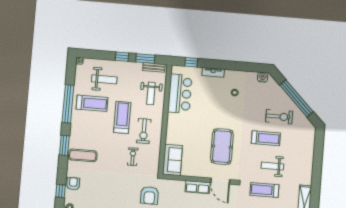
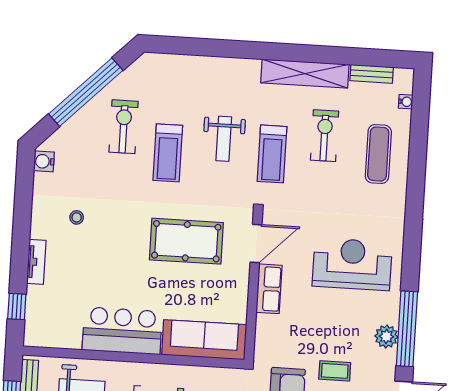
bar counter: (180, 94) -> (122, 331), moved
treadmill: (266, 138) -> (168, 153), turned 180
sofa: (173, 160) -> (204, 340), width x1.36

